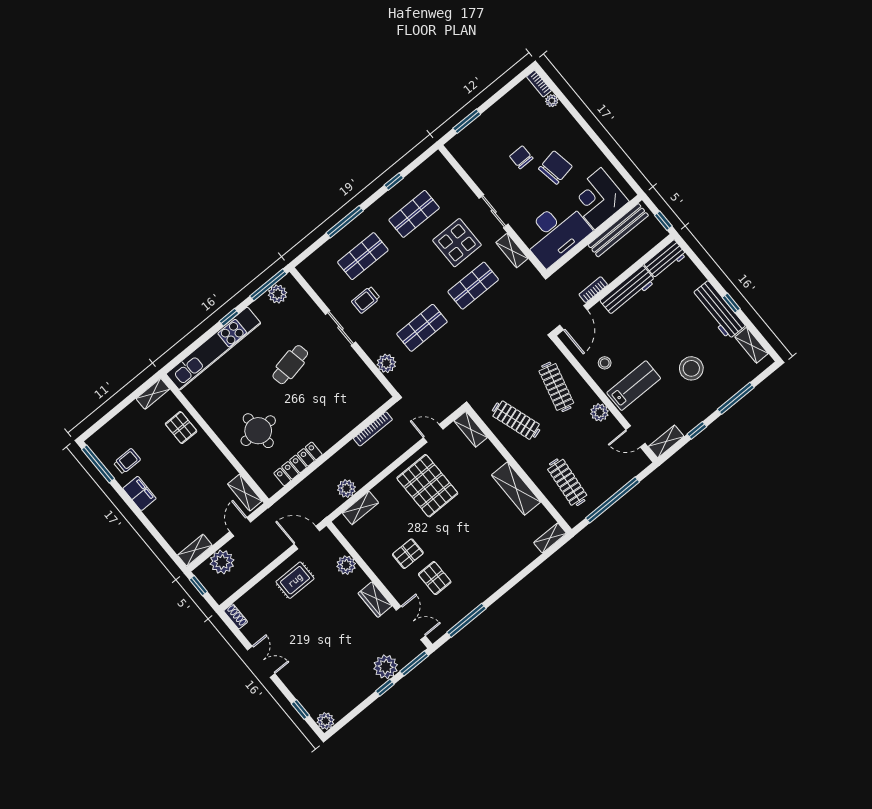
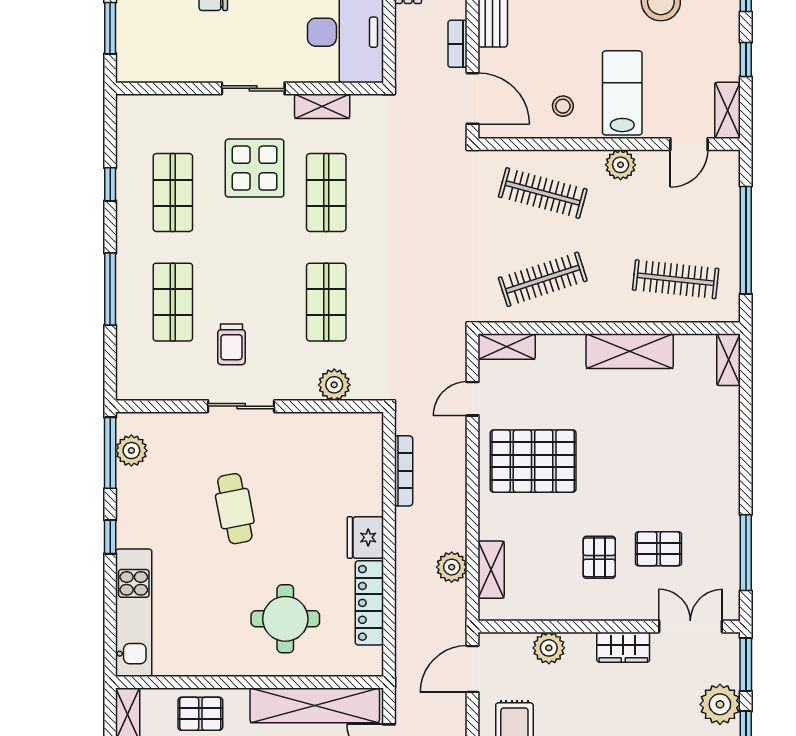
kitchen unit: (213, 349) -> (134, 613), width x0.73
fridge: (327, 437) -> (365, 537), added
shelving: (245, 493) -> (315, 705), width x2.20, depth x1.33

